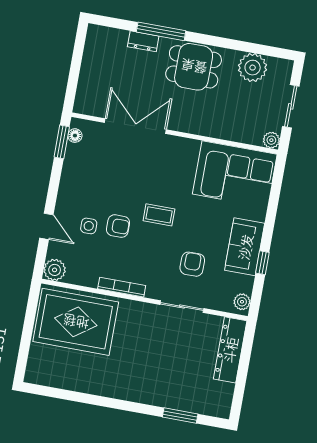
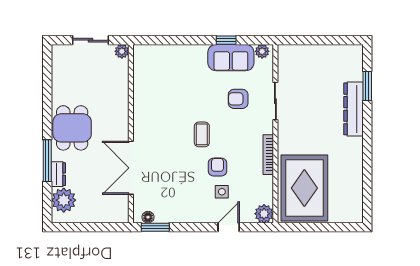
plant: (253, 68) -> (64, 200), moved
corner sofa: (235, 174) -> (156, 77), removed
sofa: (245, 247) -> (231, 58), moved
dresser: (230, 350) -> (353, 109), moved, turned 90

